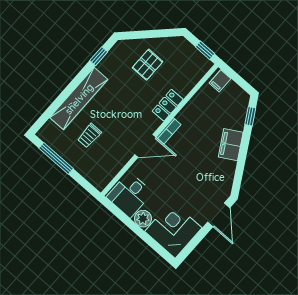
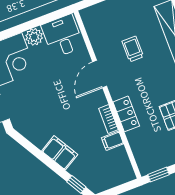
filing cabinet: (220, 81) -> (113, 141), moved, turned -90
bookcase: (169, 131) -> (108, 119), moved
trolley: (89, 136) -> (133, 49), moved

